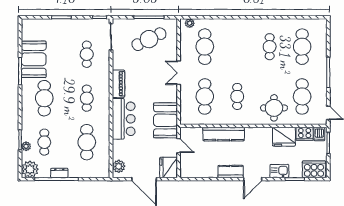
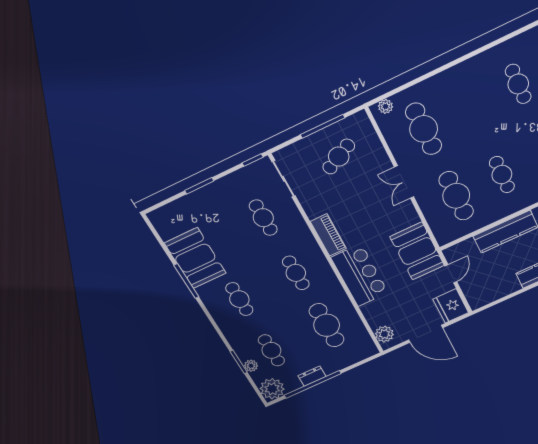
cafe table: (149, 39) -> (339, 157), width x0.73, depth x0.74
cafe table: (44, 98) -> (239, 299), width x0.73, depth x0.74
door: (179, 146) -> (451, 274), hinge flipped

